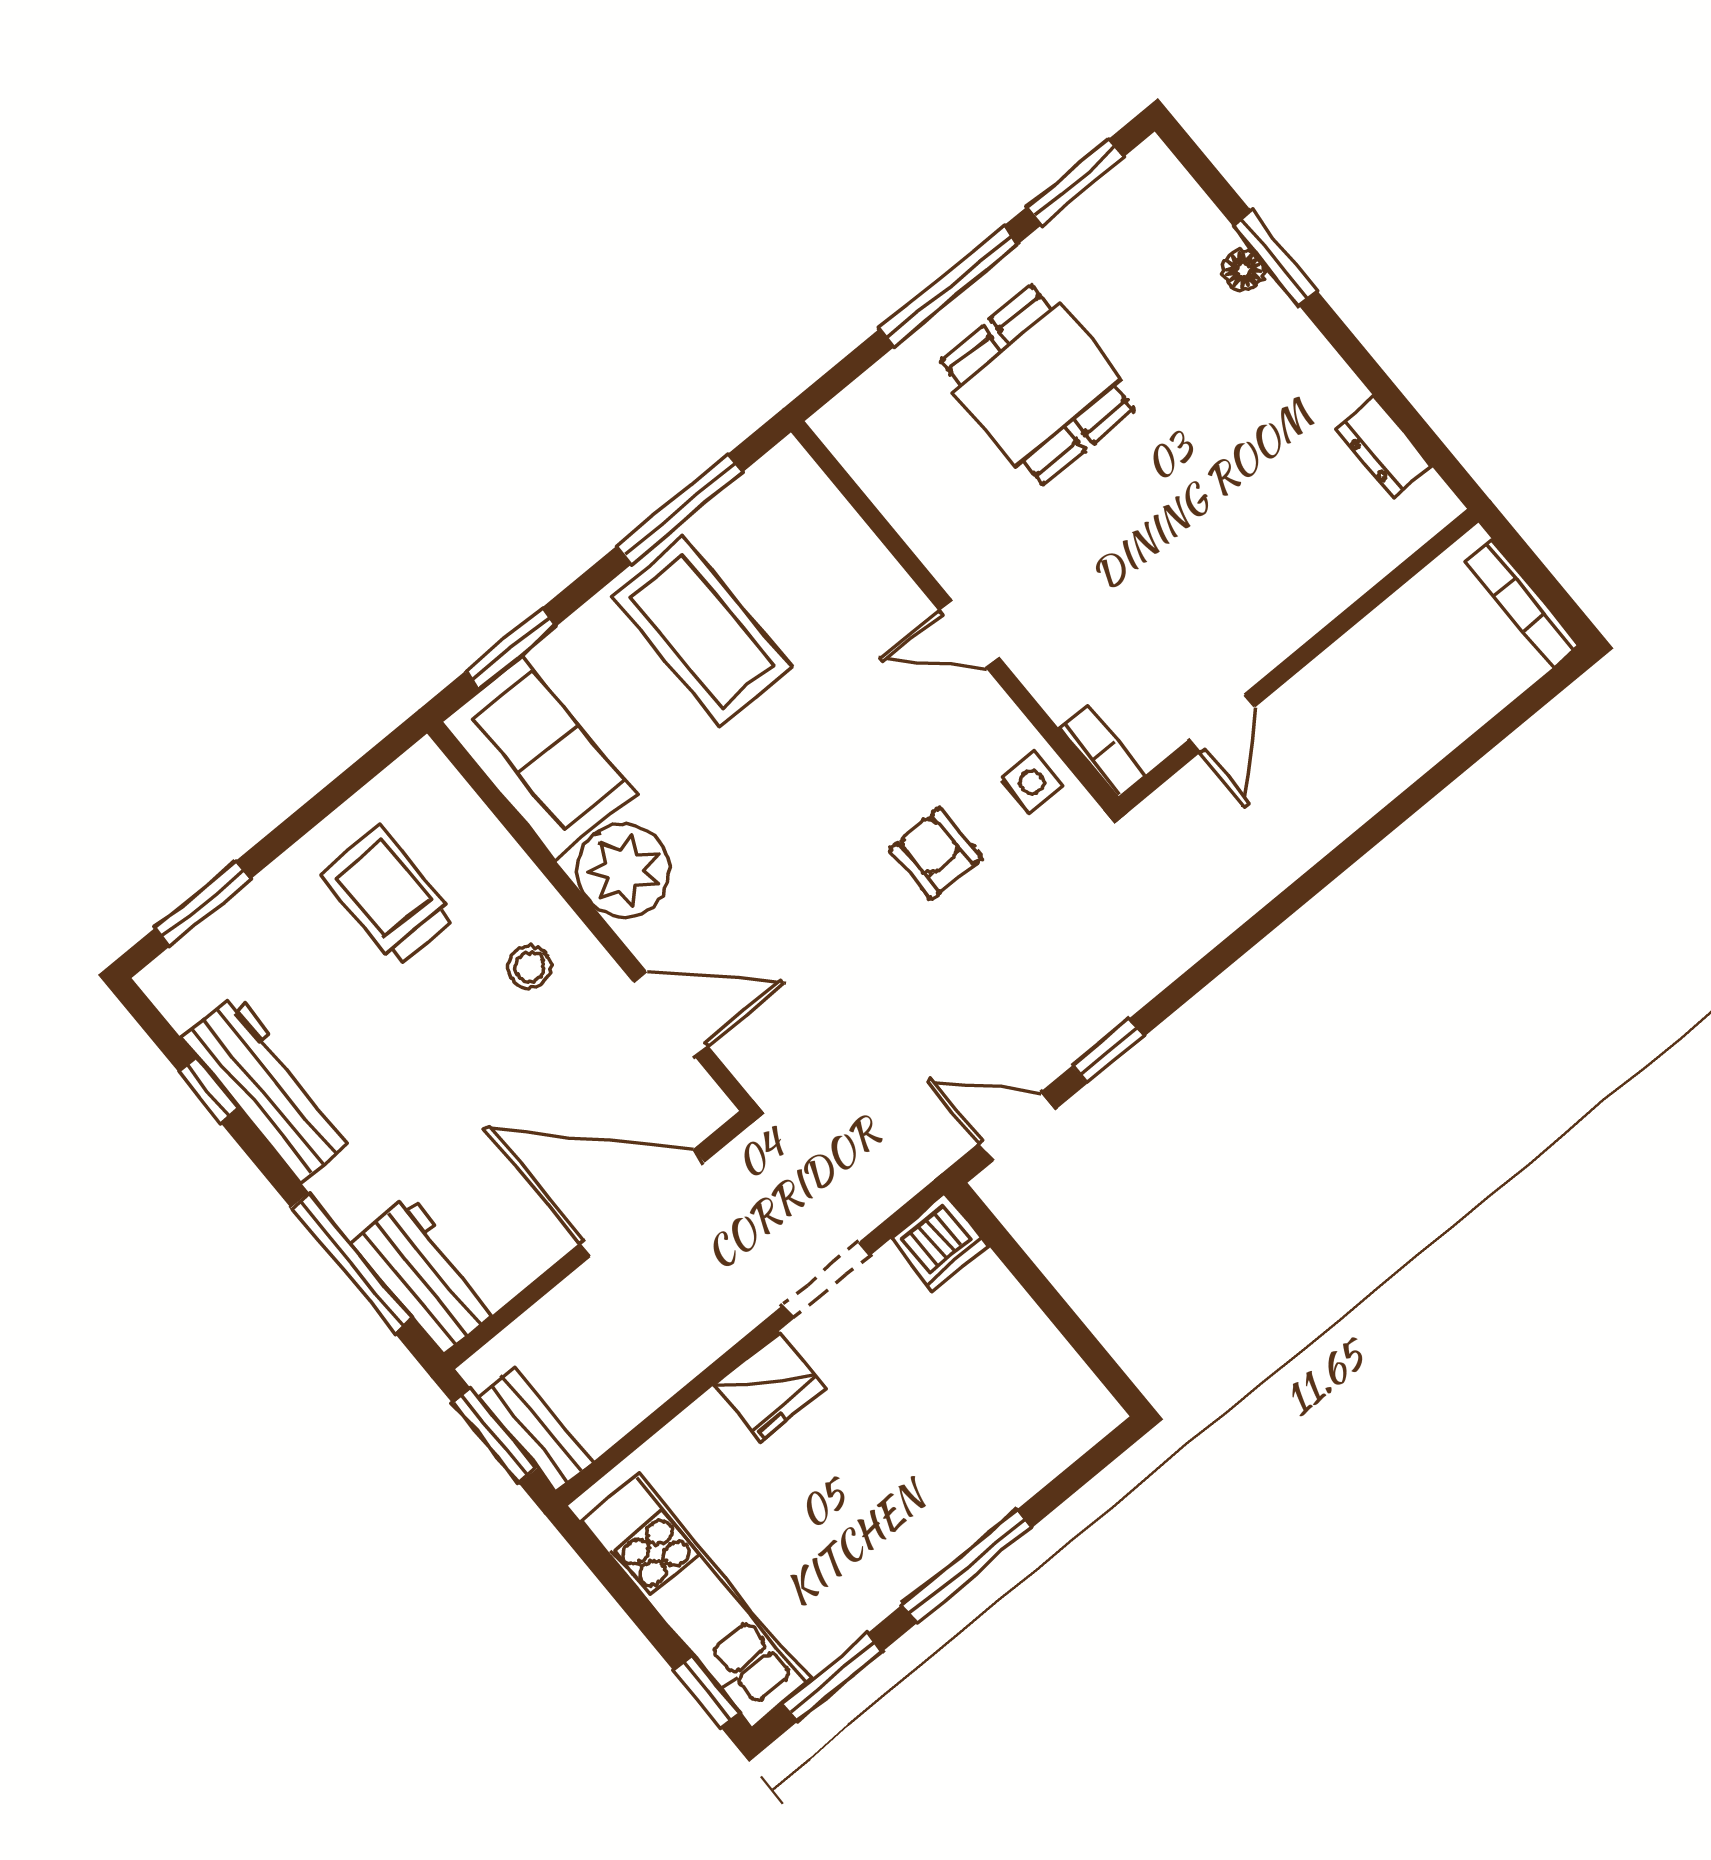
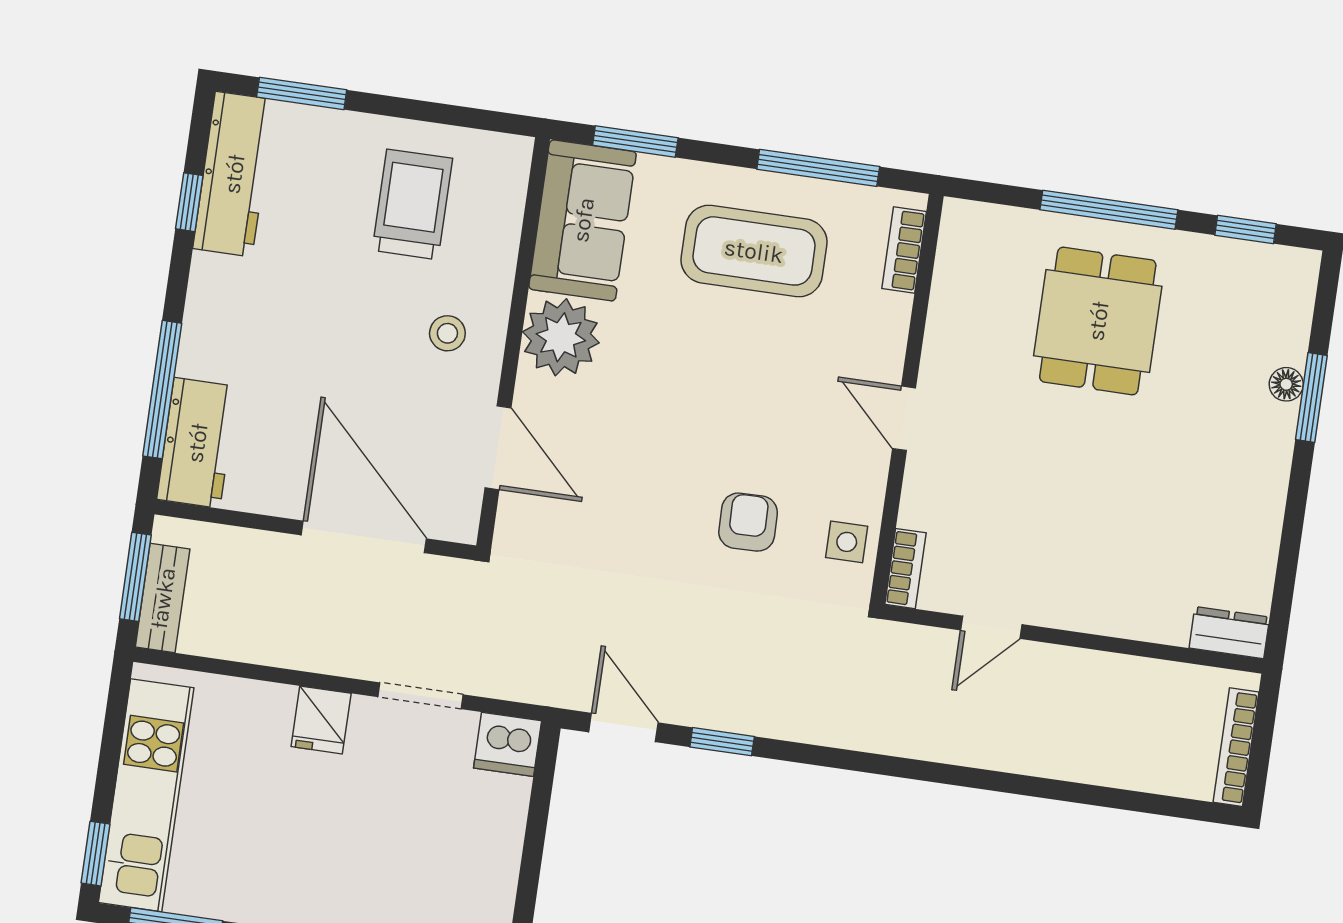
window: (1075, 182) -> (1245, 229), width x0.67
dresser: (1384, 448) -> (1229, 633), moved, turned 90
bookcase: (820, 499) -> (904, 250), added
coffee table: (702, 632) -> (754, 251), turned 90
workbench: (268, 1088) -> (234, 174), moved
fridge: (769, 1387) -> (321, 720), width x0.72

